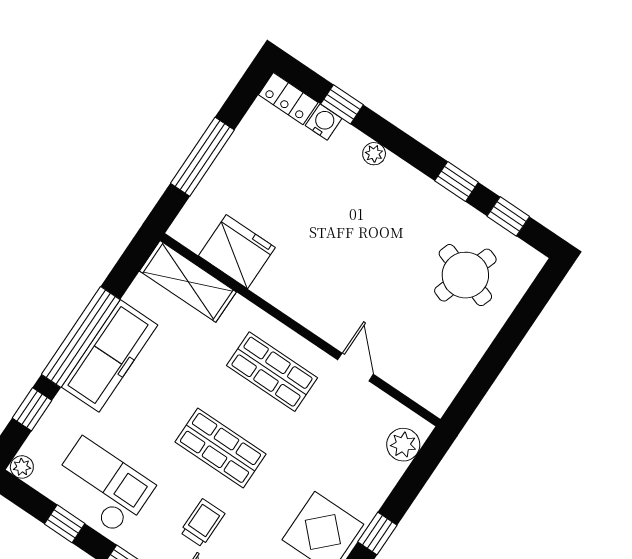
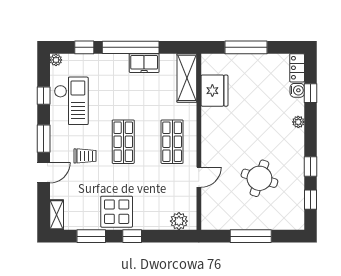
round table: (465, 275) -> (259, 178), moved
window: (502, 348) -> (251, 236), added
freezer: (110, 356) -> (144, 63), width x0.52, depth x0.79

